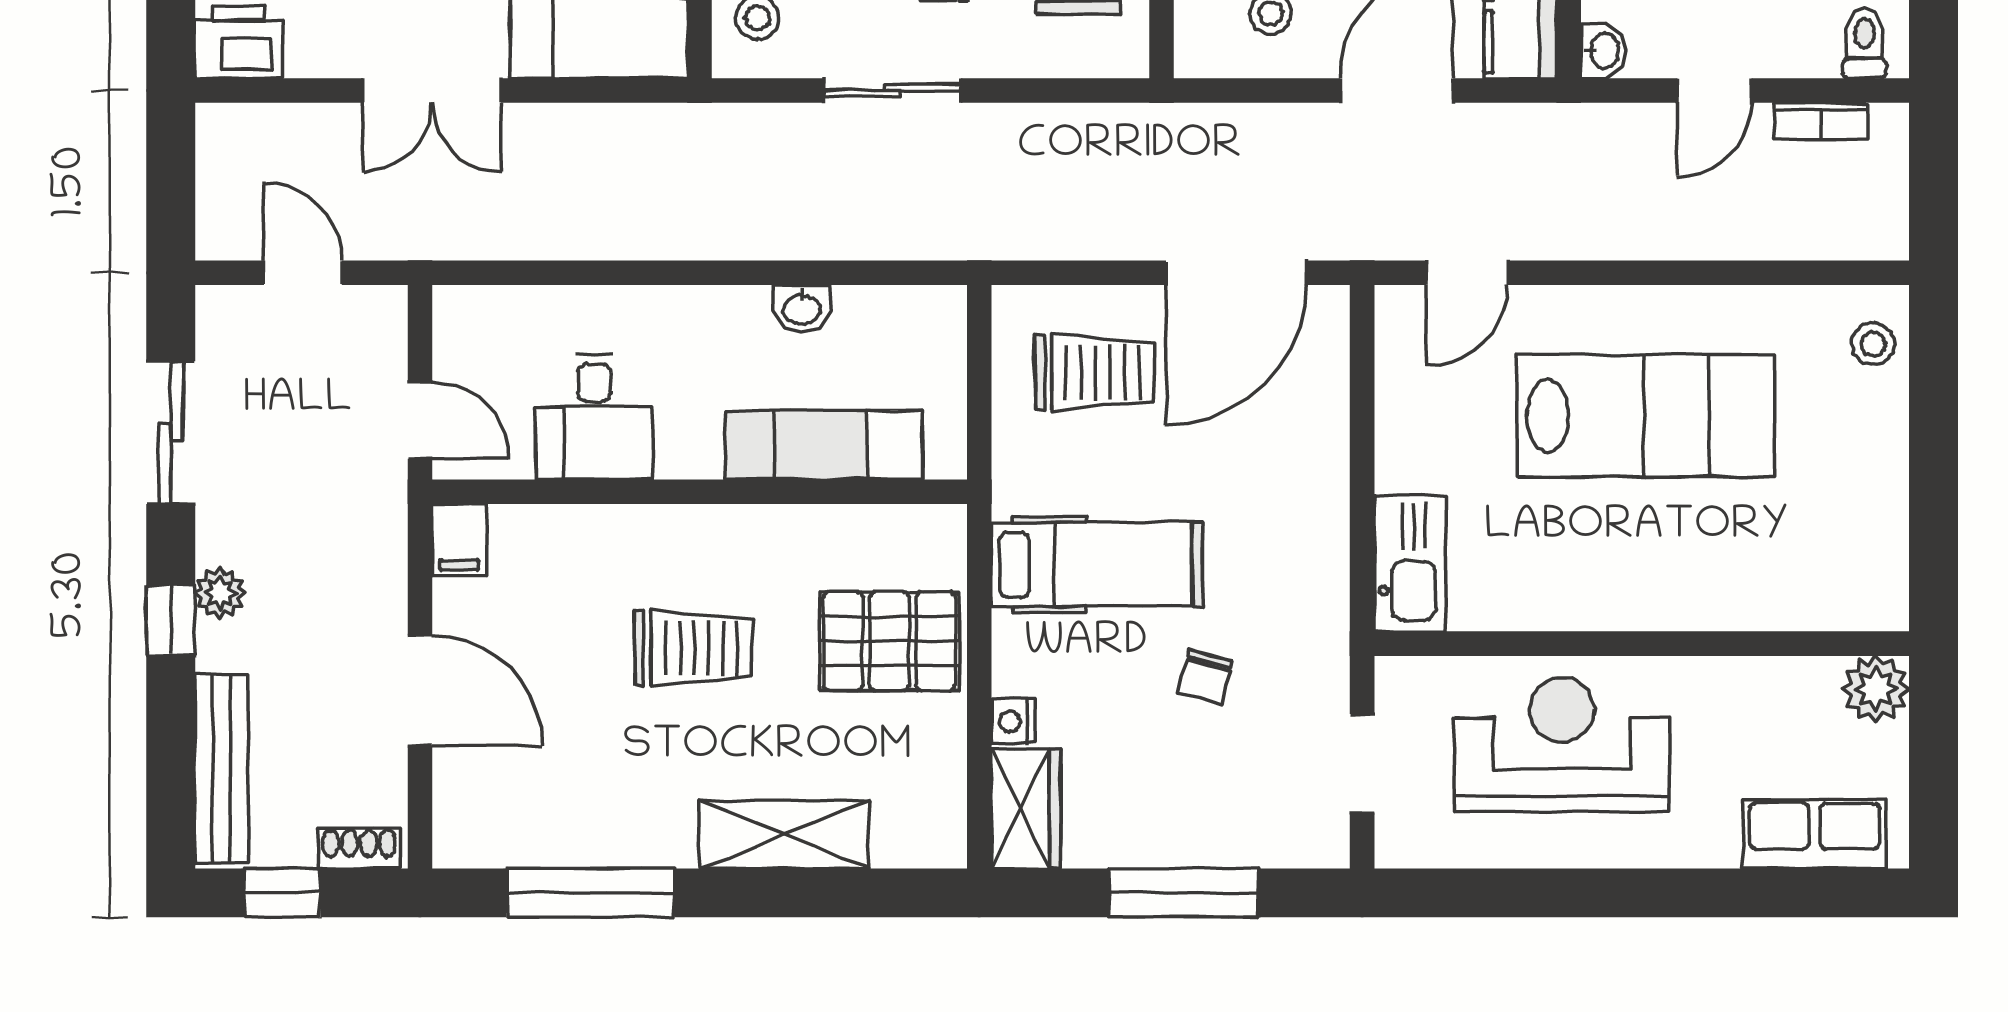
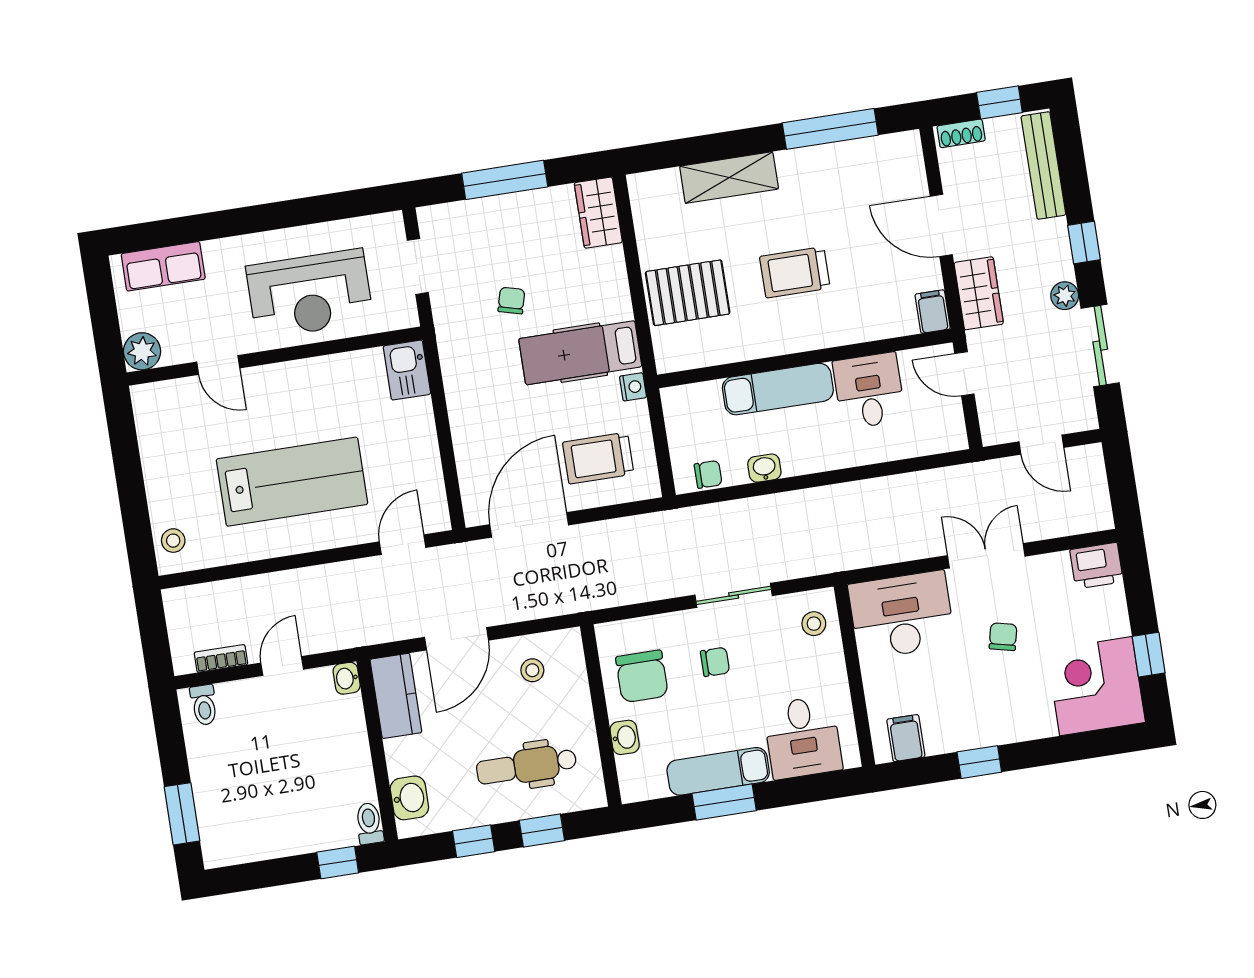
chair: (904, 313) -> (708, 474), added
lab bench: (1646, 416) -> (292, 482), turned 180
exam couch: (824, 445) -> (778, 389), moved
wardrobe: (372, 559) -> (979, 293), added
kitchen sink: (1410, 563) -> (407, 370), width x0.73
plant: (220, 593) -> (1065, 296), moved
door: (1744, 644) -> (218, 365), added
nightstand: (1013, 721) -> (633, 387), moved

